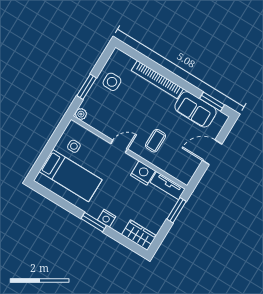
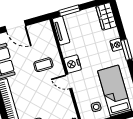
nightstand: (143, 173) -> (73, 64), moved

